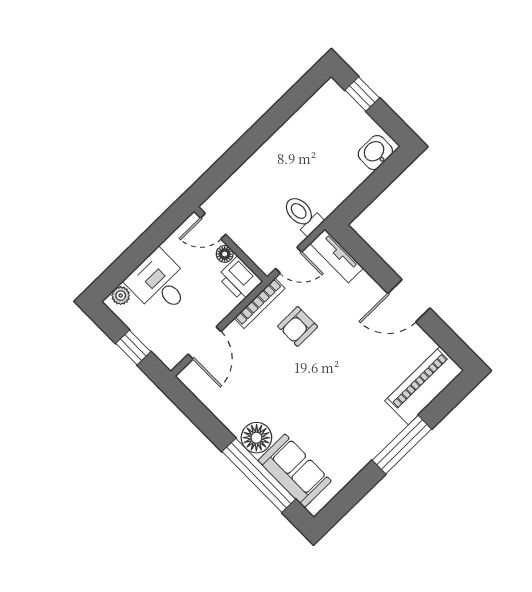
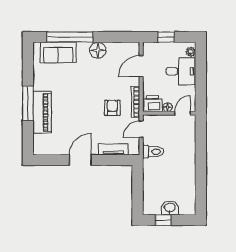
window: (362, 94) -> (163, 220), moved
washbasin: (375, 153) -> (170, 208), moved, turned -90
tv unit: (337, 256) -> (113, 149), moved
door: (205, 343) -> (141, 66), hinge flipped
piano: (424, 386) -> (42, 112), moved
floor lamp: (256, 438) -> (98, 50), moved

